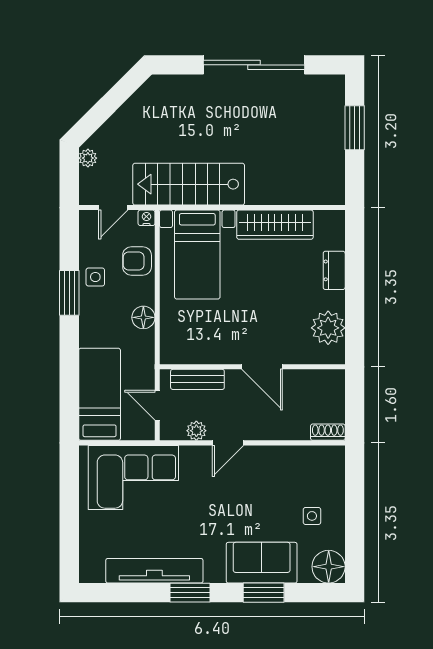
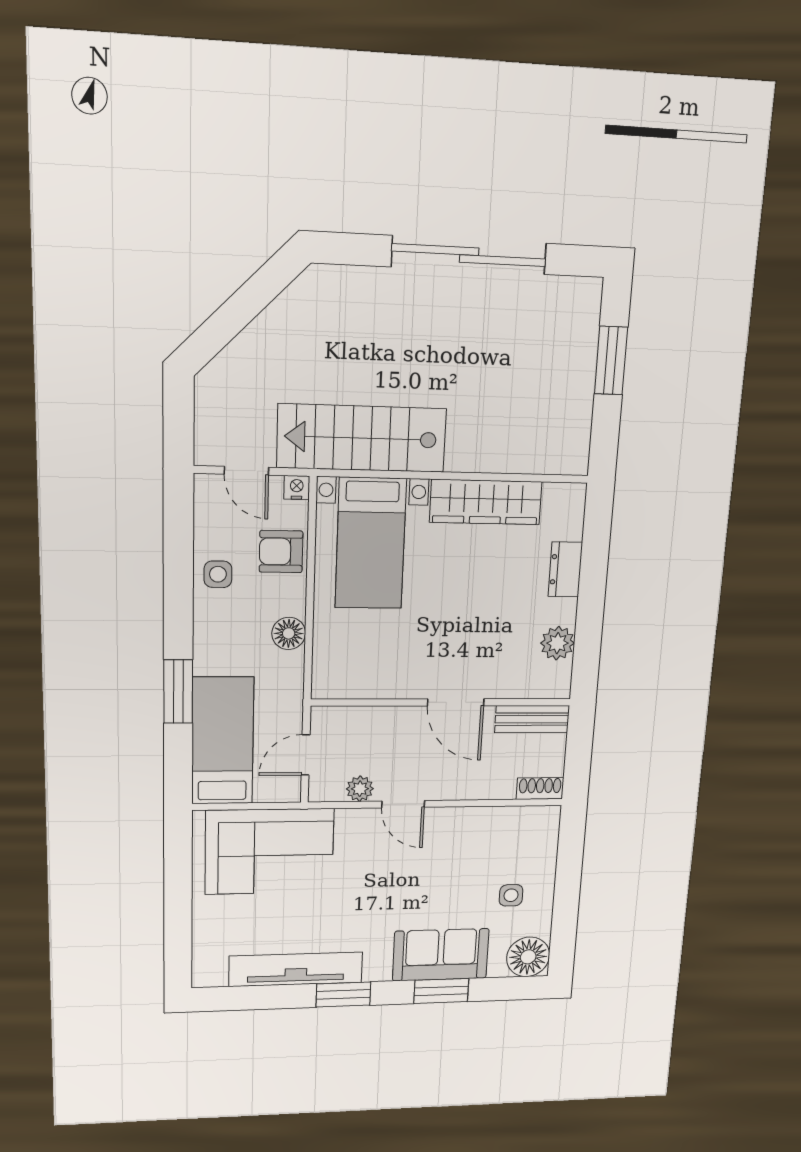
plant: (88, 158) -> (208, 393), removed
door: (113, 208) -> (246, 471), hinge flipped
window: (69, 293) -> (178, 692), moved
plant: (328, 328) -> (557, 643), width x0.73, depth x0.73
bench: (197, 379) -> (532, 719), moved
door: (157, 405) -> (306, 755), hinge flipped
door: (228, 443) -> (403, 804), hinge flipped

